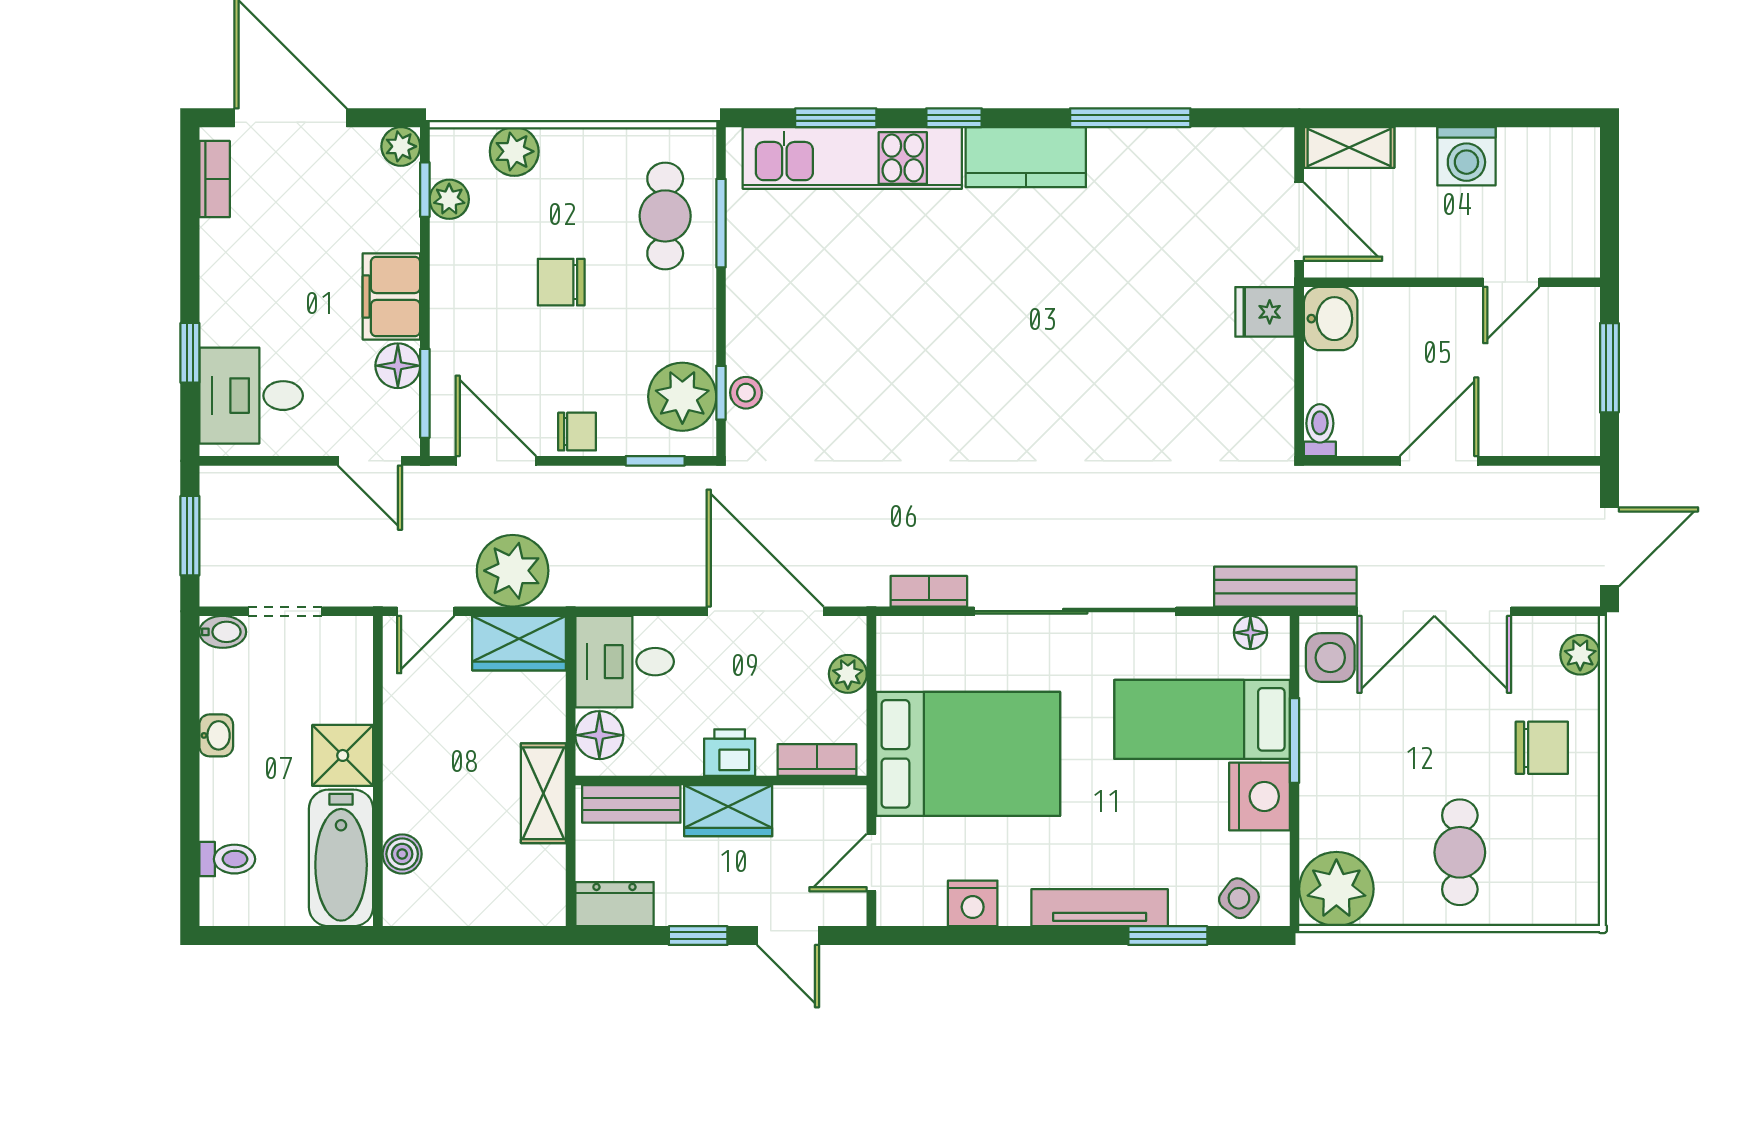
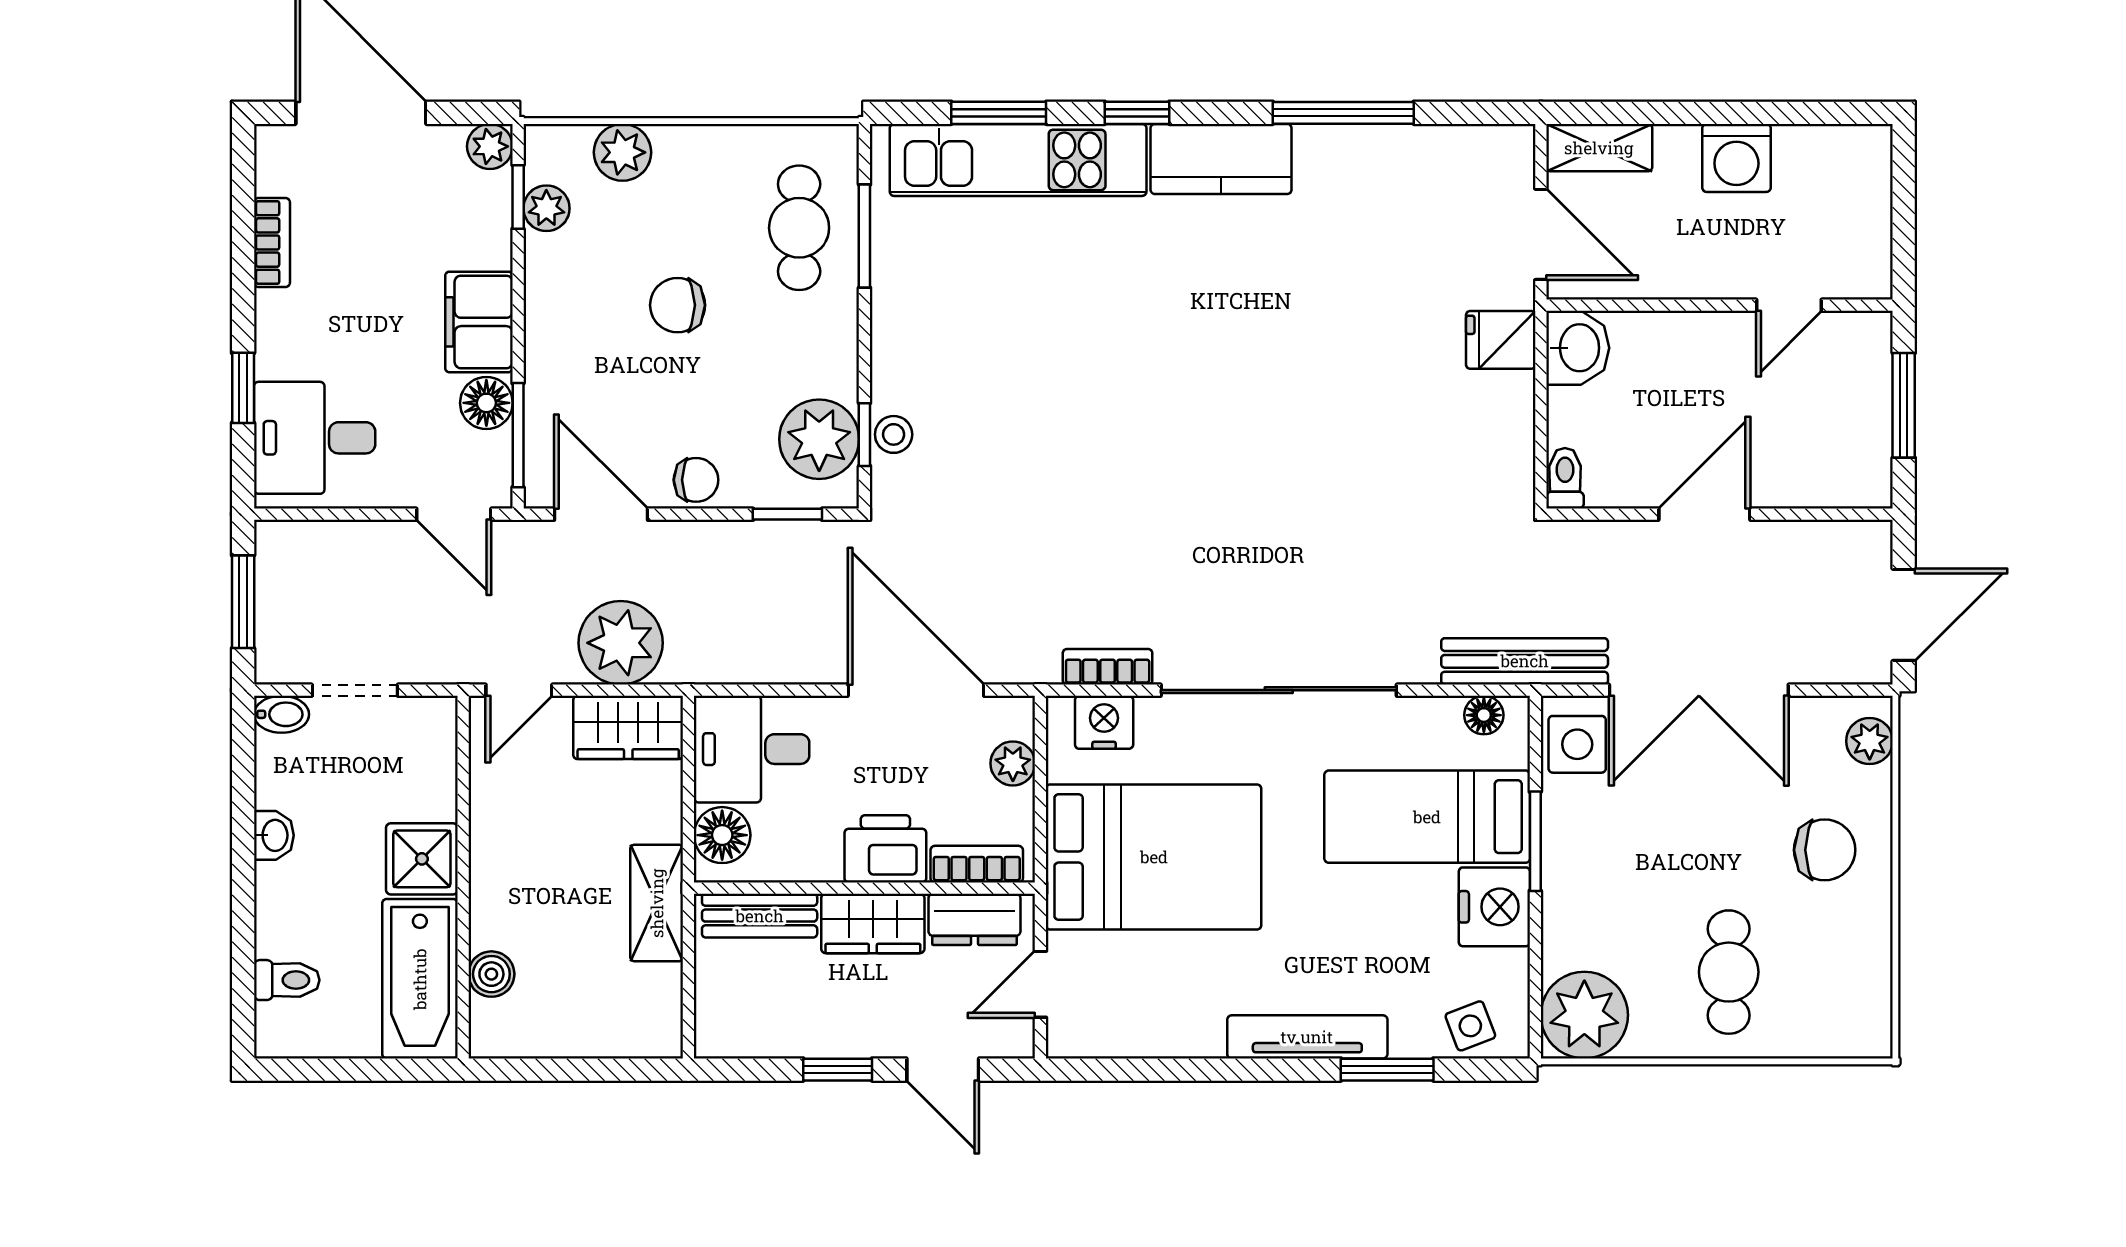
bookcase: (215, 179) -> (272, 242), moved
printer: (730, 753) -> (885, 849), width x1.36, depth x1.24
side table: (1239, 898) -> (1470, 1026), turned 32
nightstand: (973, 903) -> (1104, 722), moved, turned 180
dresser: (614, 904) -> (974, 919), moved, turned 180

